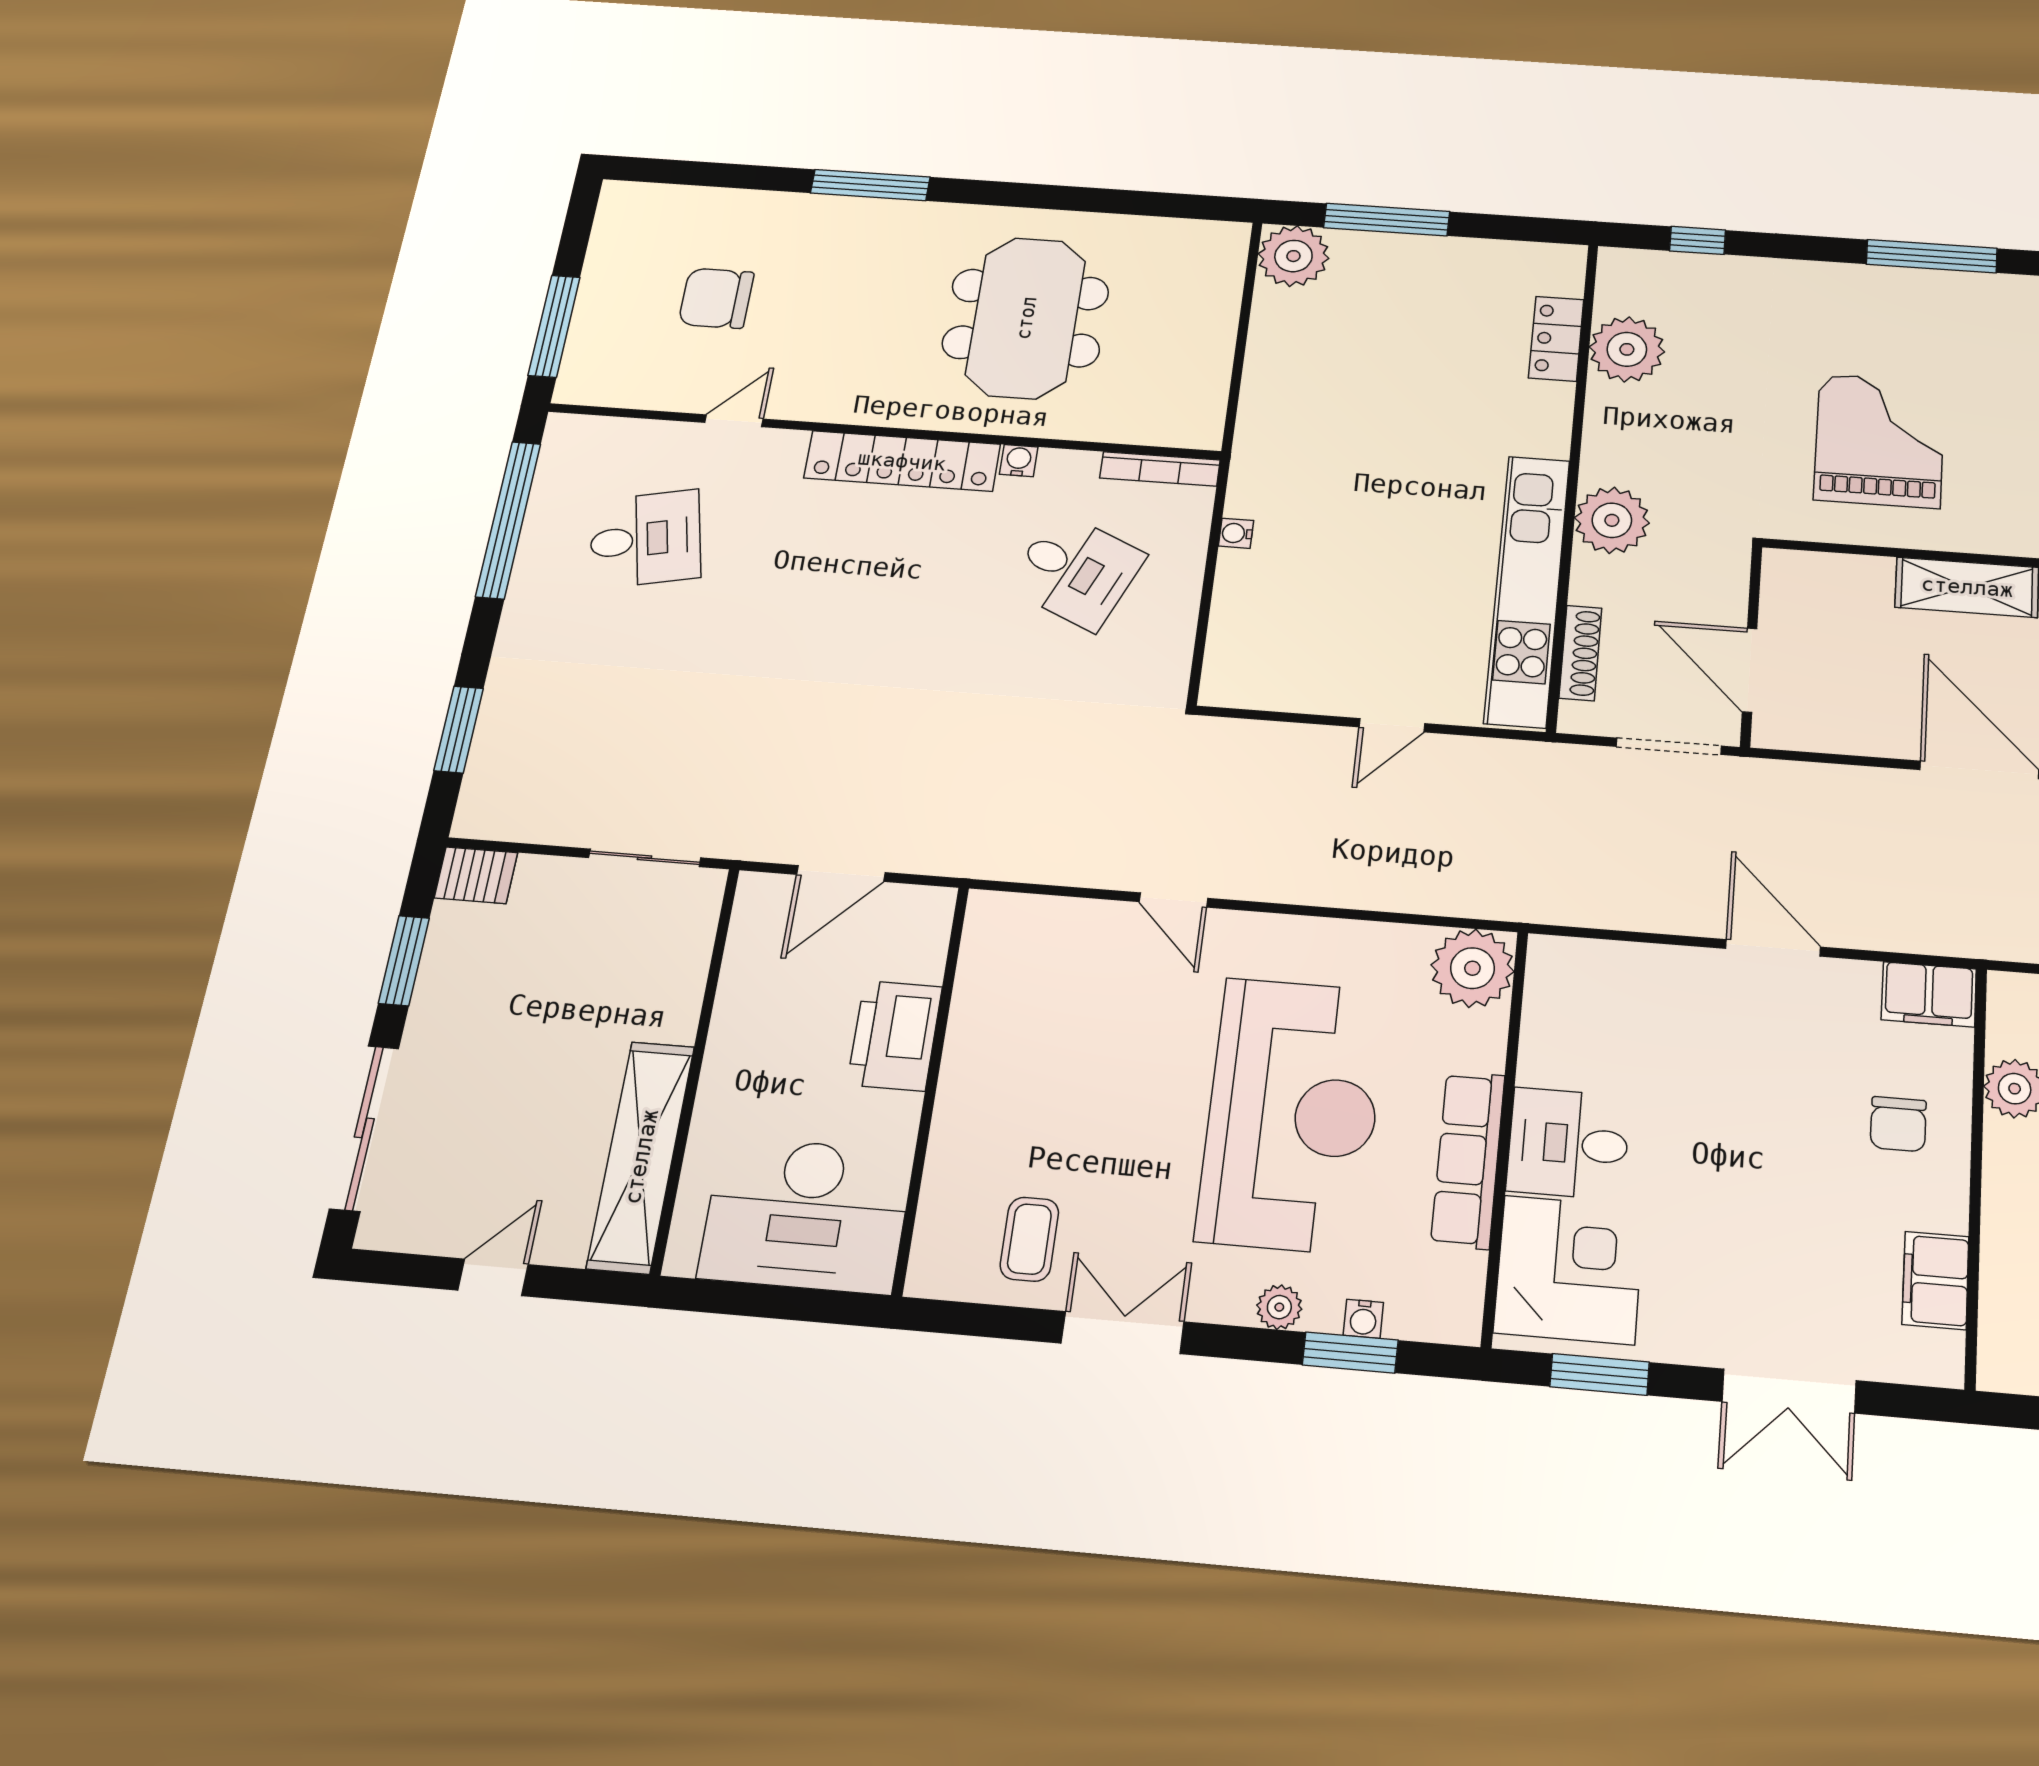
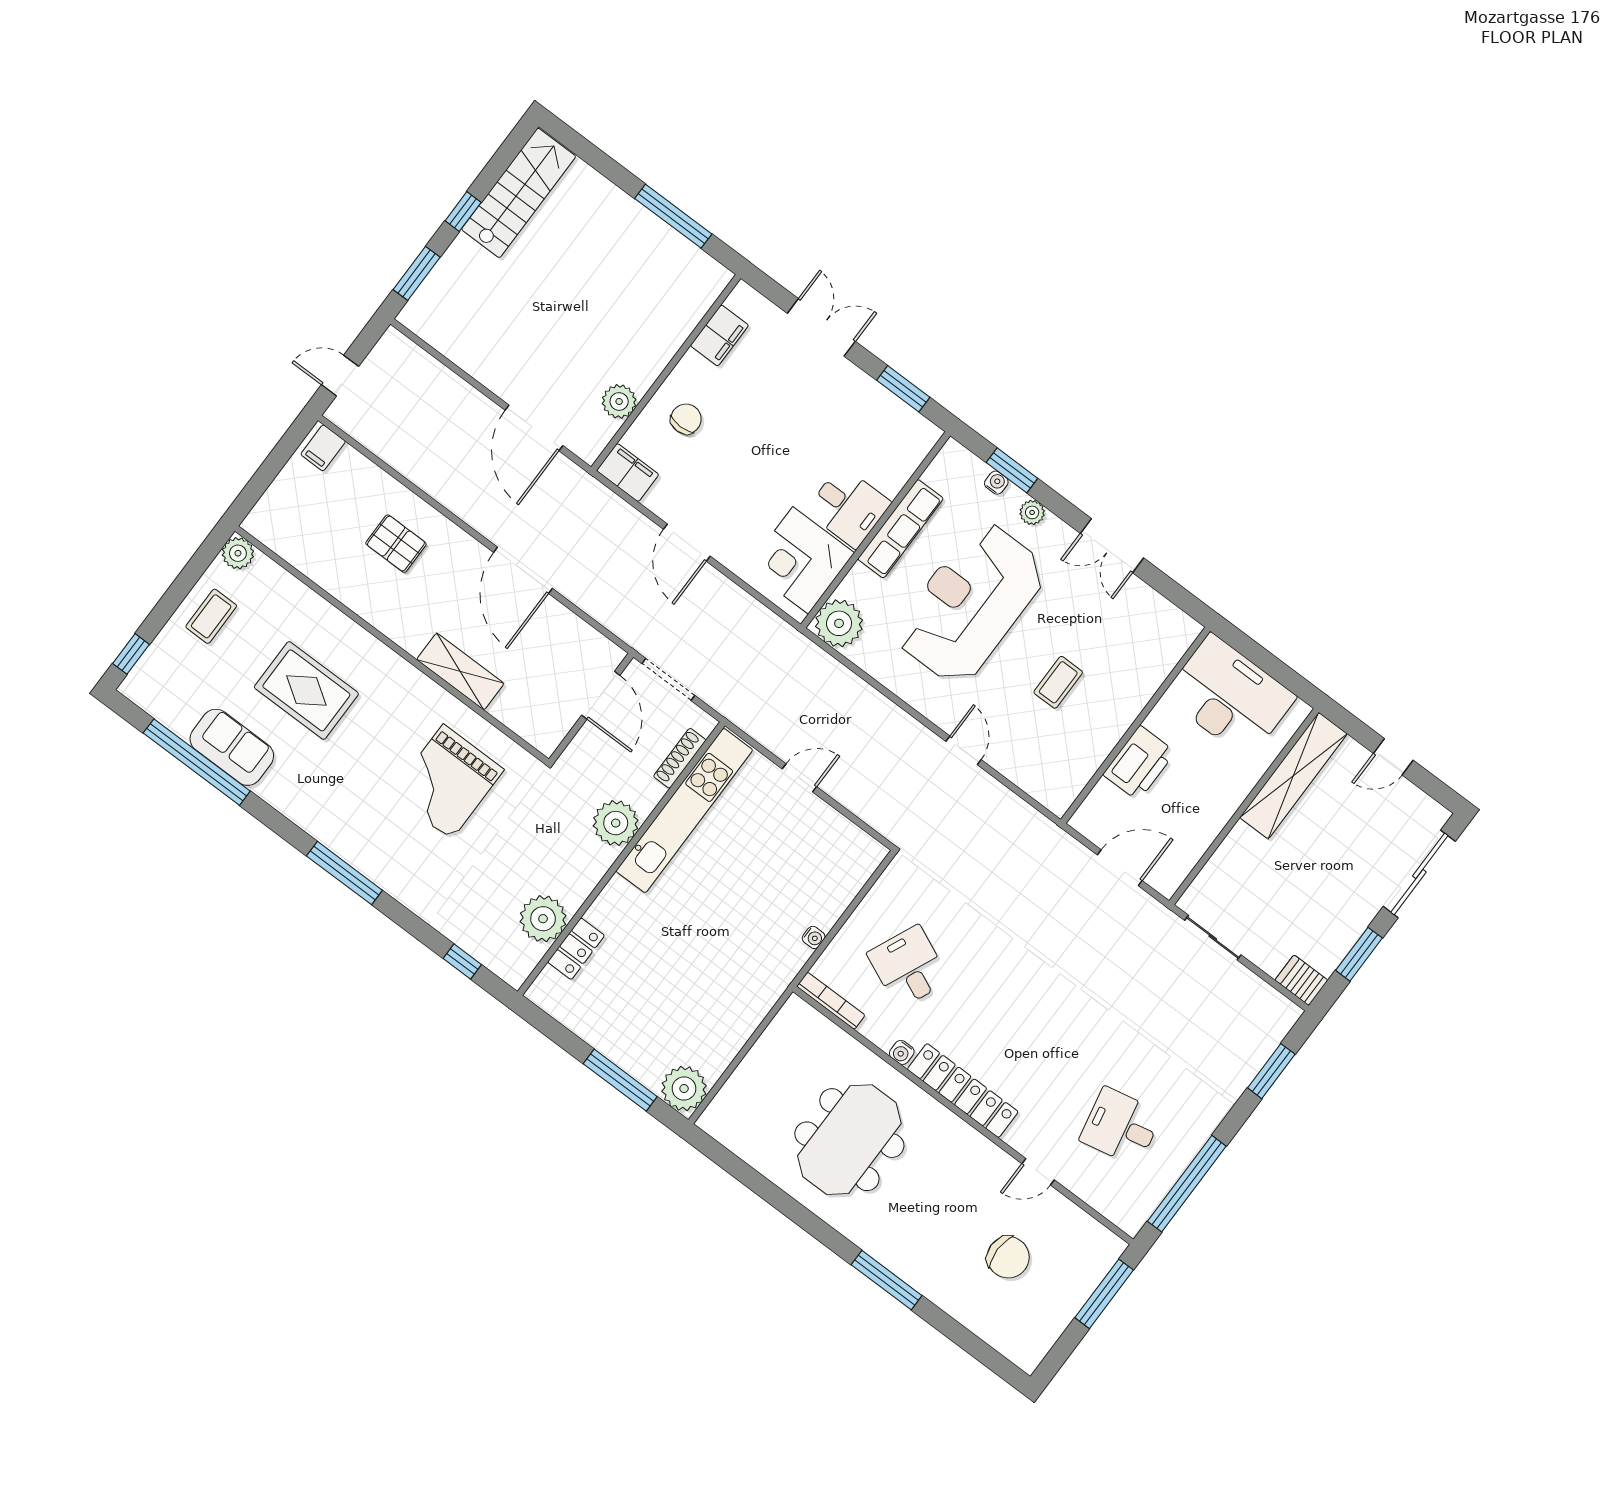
coffee table: (1029, 1239) -> (1058, 682), moved
corner desk: (1569, 1270) -> (801, 560), moved

